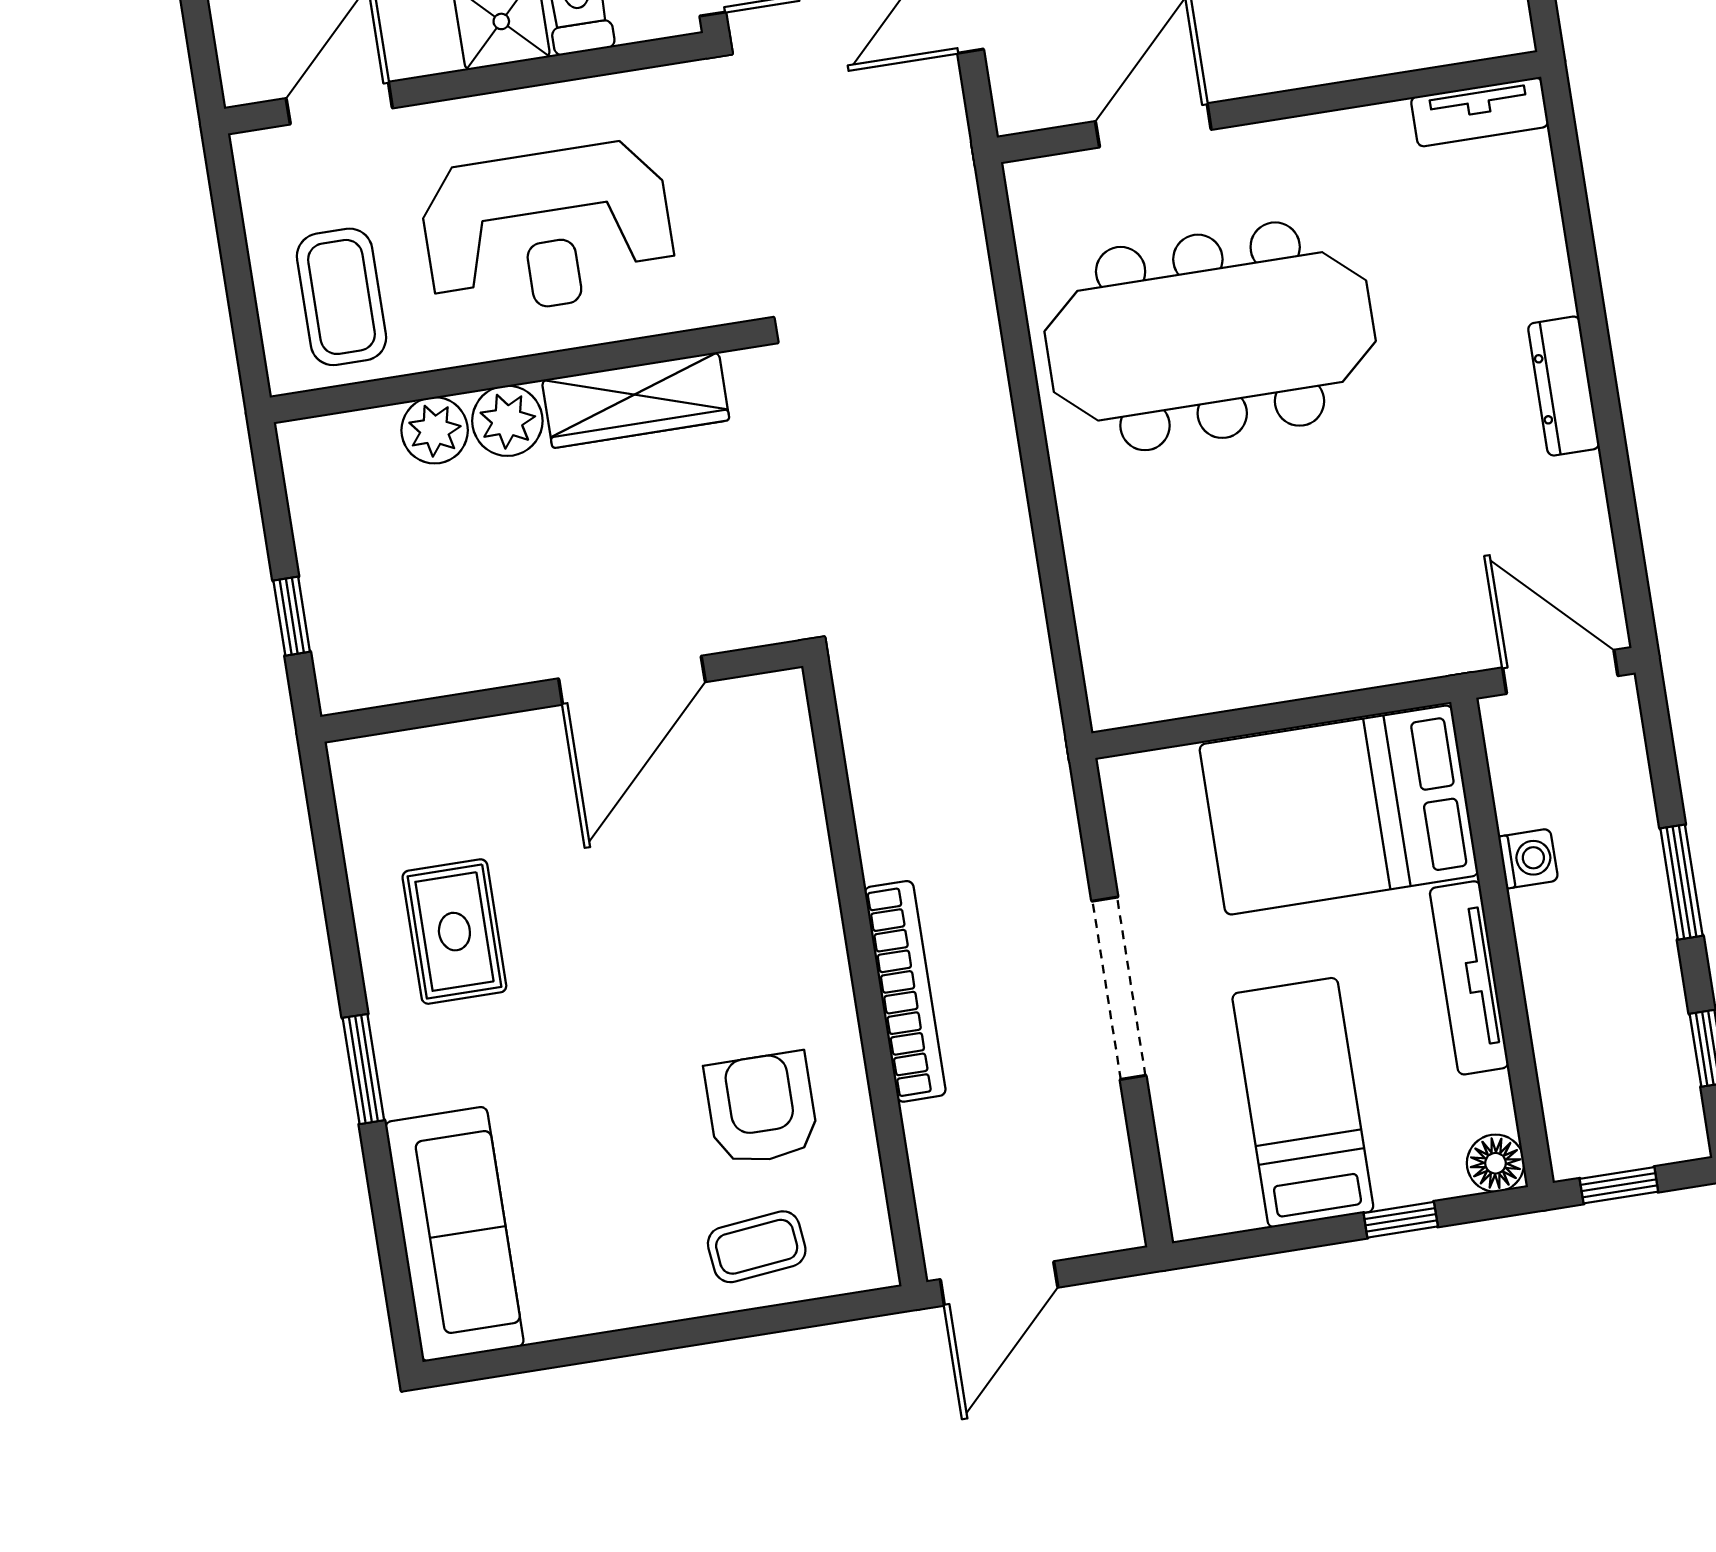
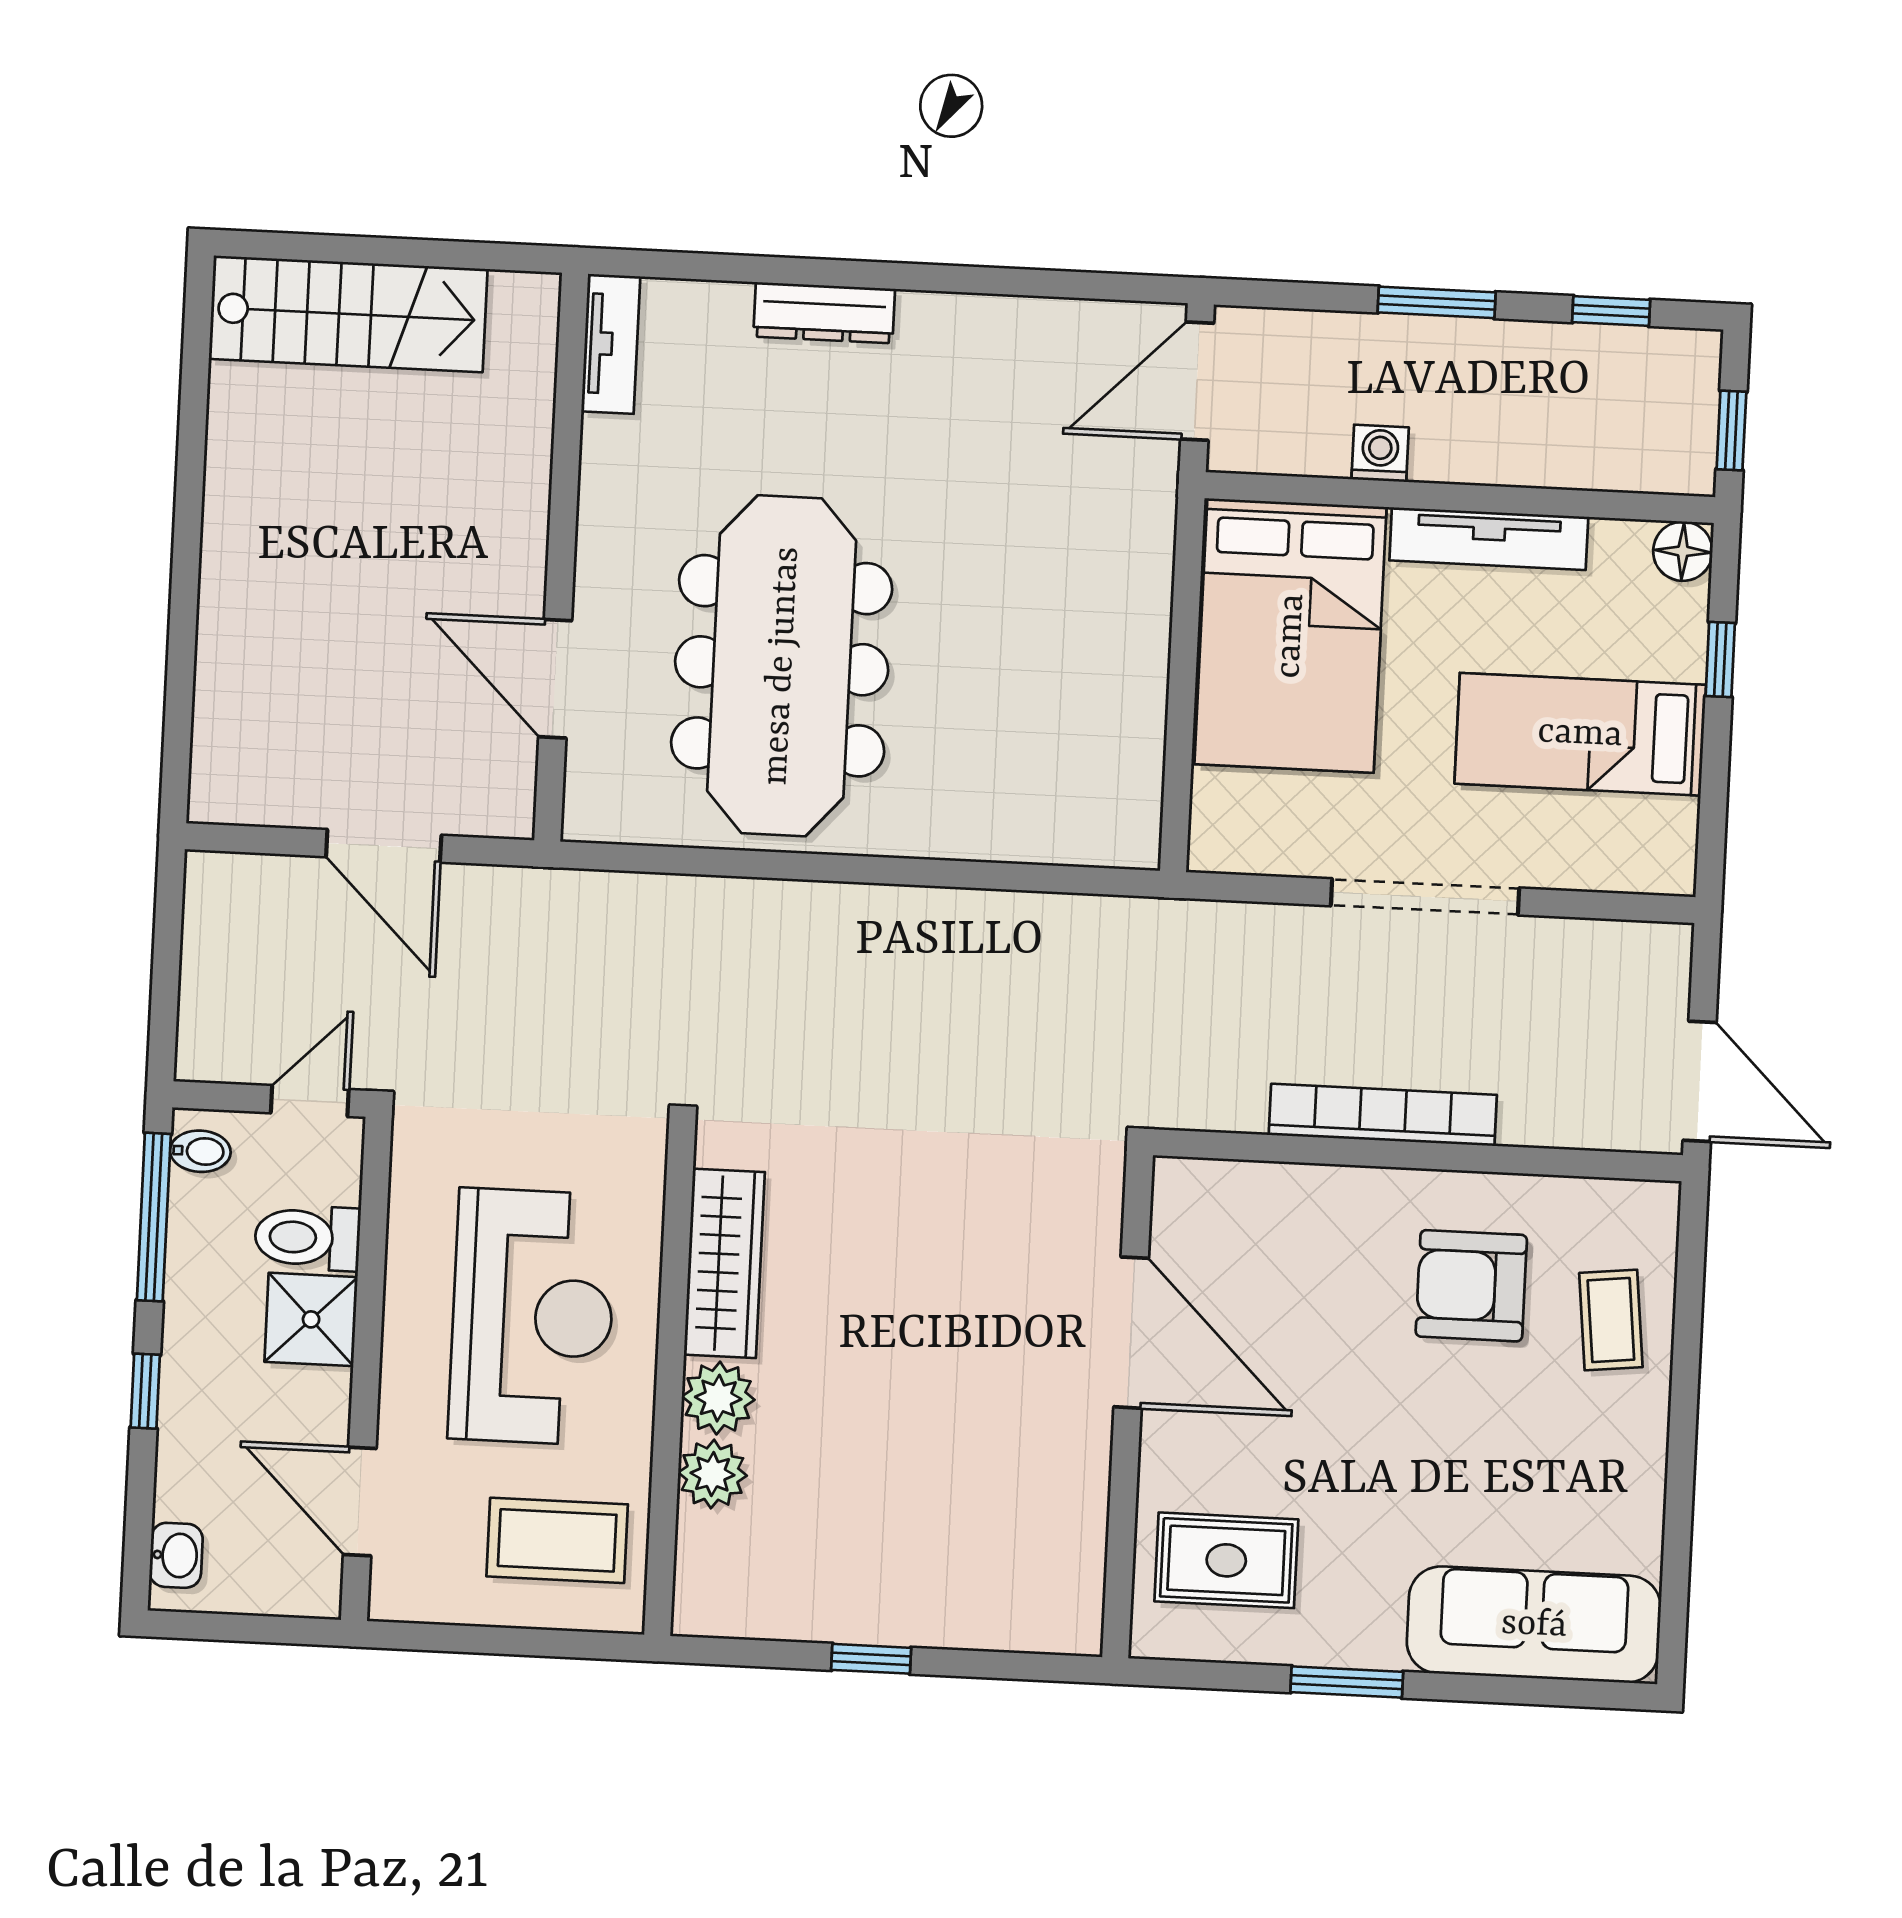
dresser: (1564, 386) -> (824, 313), moved
door: (632, 680) -> (1131, 1333), moved
wall: (562, 691) -> (1128, 1406), moved

